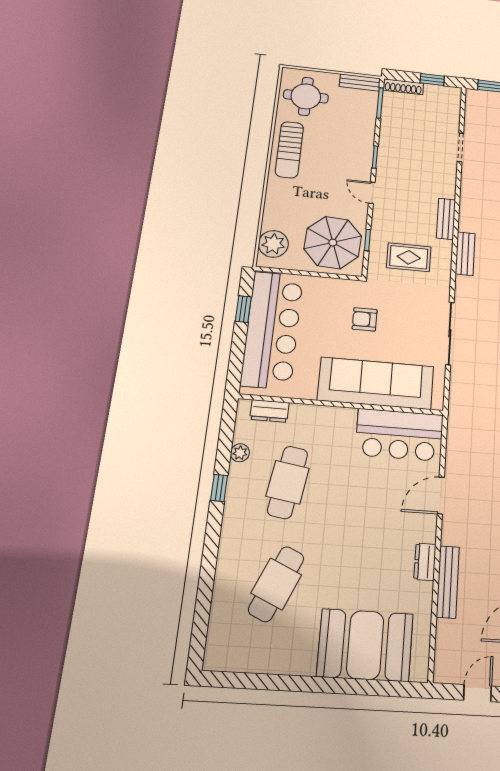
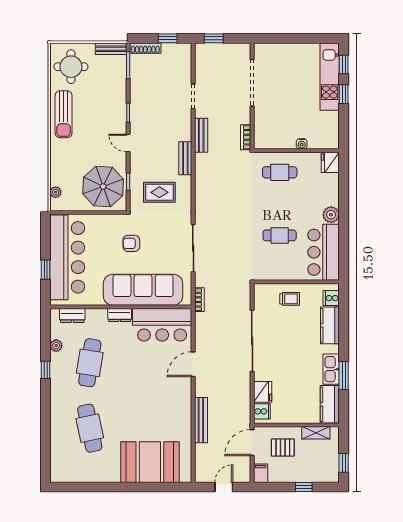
plant: (273, 244) -> (56, 192), width x0.53, depth x0.53
bench: (465, 254) -> (201, 135), moved
window: (243, 309) -> (46, 270), moved
bookcase: (455, 404) -> (199, 300), added
dresser: (425, 562) -> (120, 315), moved, turned -90
cafe table: (276, 584) -> (90, 428), turned -36

